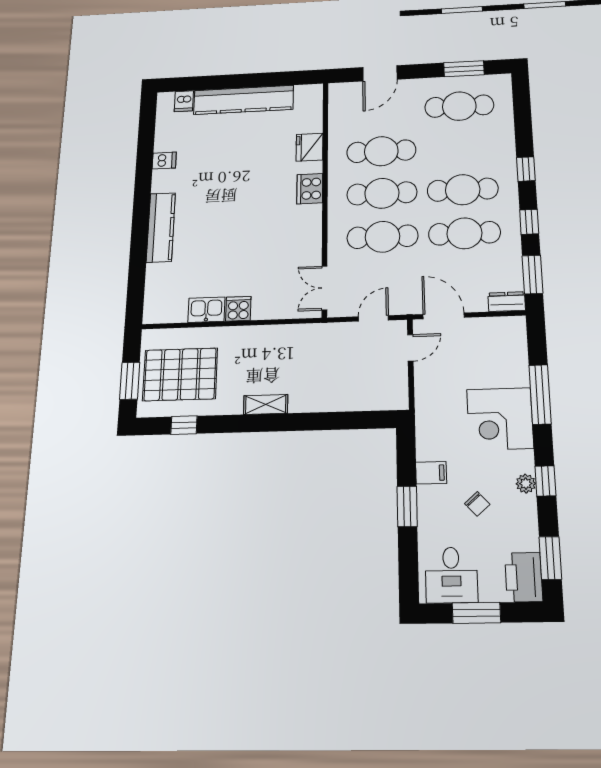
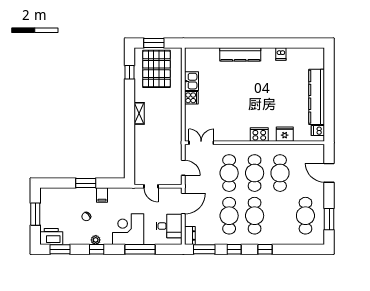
dishwasher: (184, 101) -> (318, 131), moved
door: (410, 348) -> (151, 186), moved
desk: (451, 575) -> (169, 226), moved, turned 180

